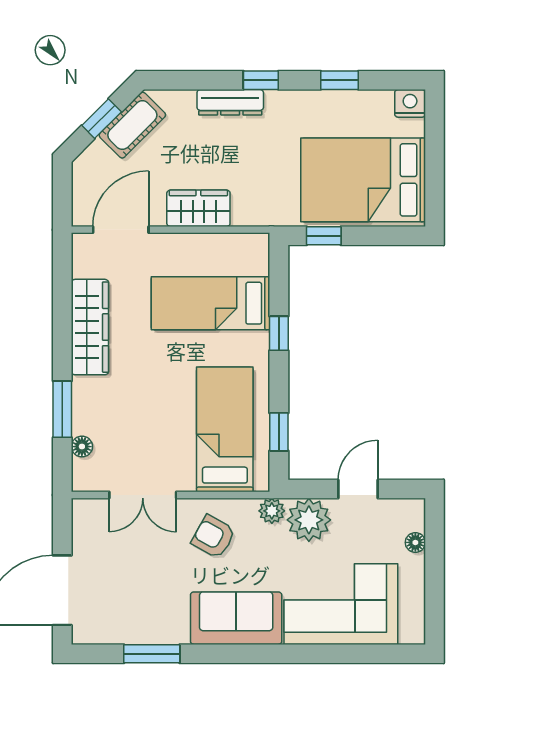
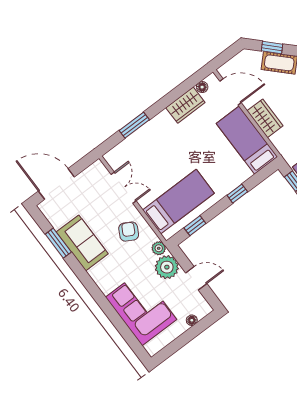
bed: (211, 303) -> (247, 140), moved
wardrobe: (90, 327) -> (185, 105), width x0.67
floor lamp: (82, 447) -> (202, 87), moved
double door: (143, 495) -> (124, 188), swing flipped
sofa: (236, 618) -> (82, 243), moved

